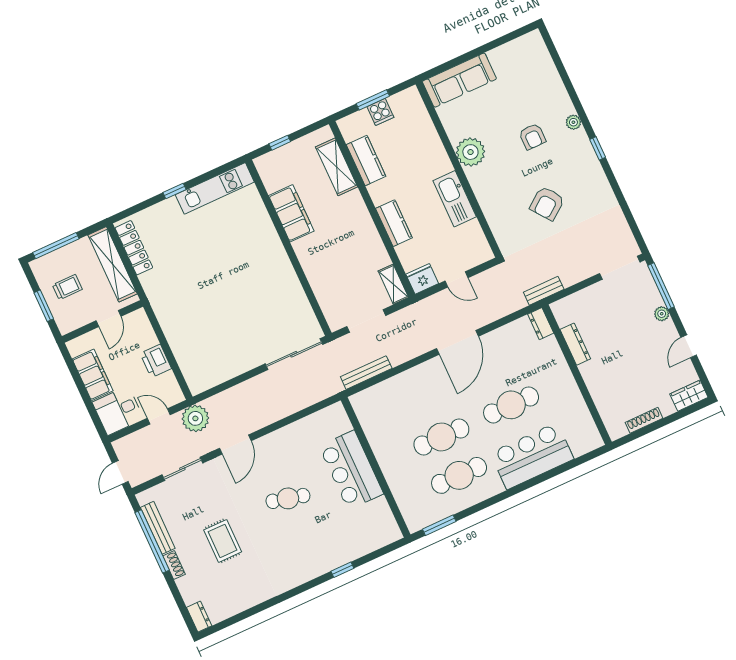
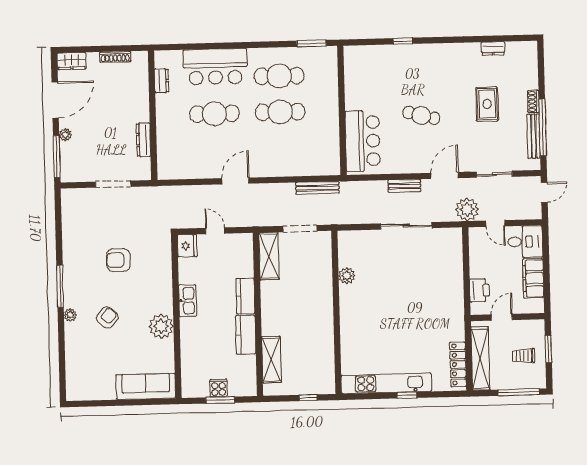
armchair: (532, 137) -> (107, 318), turned 41
window: (598, 148) -> (60, 286), width x2.17
kitchen counter: (366, 161) -> (246, 335), moved
kitchen unit: (215, 188) -> (386, 383), width x1.36
kitchen sink: (455, 199) -> (187, 301), width x0.73, depth x0.81
armchair: (547, 203) -> (118, 260), turned -143
filing cabinet: (291, 213) -> (323, 338), removed
doorway: (620, 268) -> (113, 184), moved
fridge: (422, 279) -> (187, 246), moved, turned -90
shelving: (393, 284) -> (269, 256), width x1.50, depth x1.33
bench: (544, 291) -> (404, 186), moved
plant: (294, 292) -> (347, 276), added
dresser: (541, 324) -> (162, 81), moved
door: (458, 342) -> (235, 181), width x0.73
door: (689, 346) -> (55, 100), width x1.88
sliding door: (294, 354) -> (406, 226), moved
printer: (156, 361) -> (479, 290), moved
bar counter: (351, 470) -> (363, 141), moved
dresser: (199, 617) -> (493, 48), moved, turned -90

